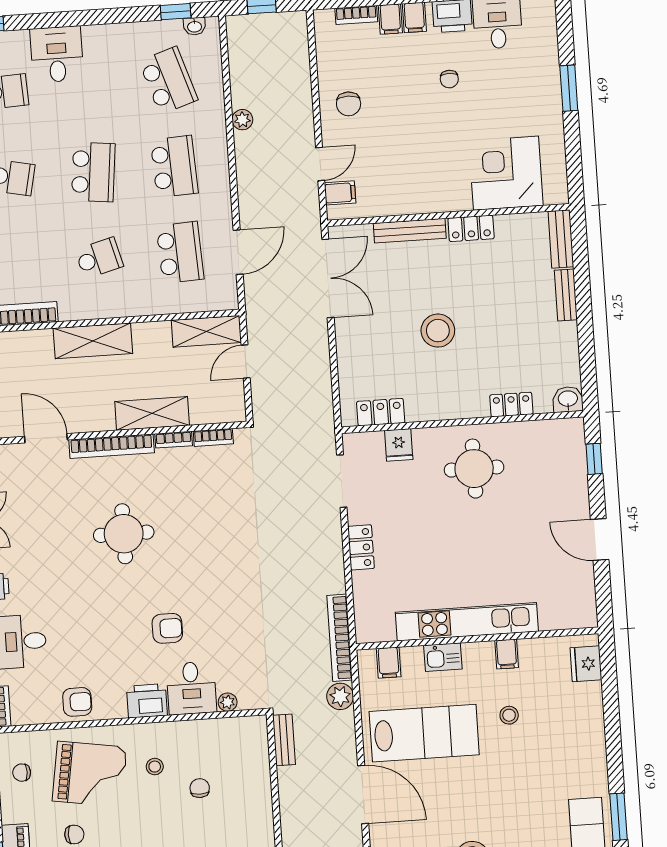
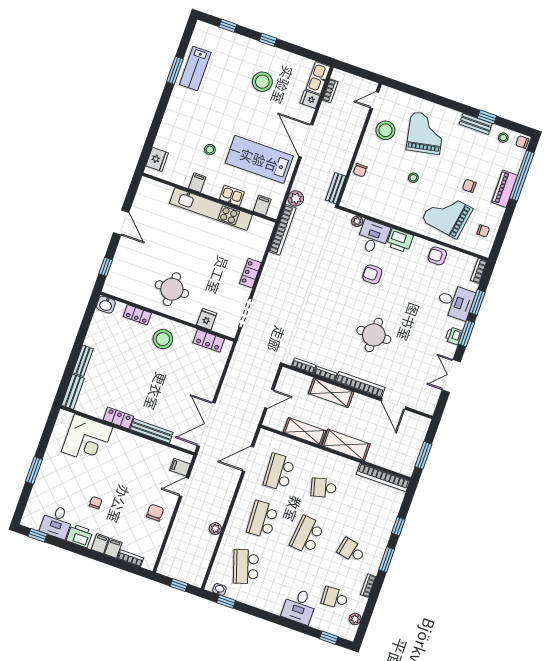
shelving: (206, 331) -> (305, 431), moved
stool: (438, 331) -> (163, 339), moved
stool: (155, 767) -> (413, 178), moved
chair: (200, 788) -> (360, 170), moved

